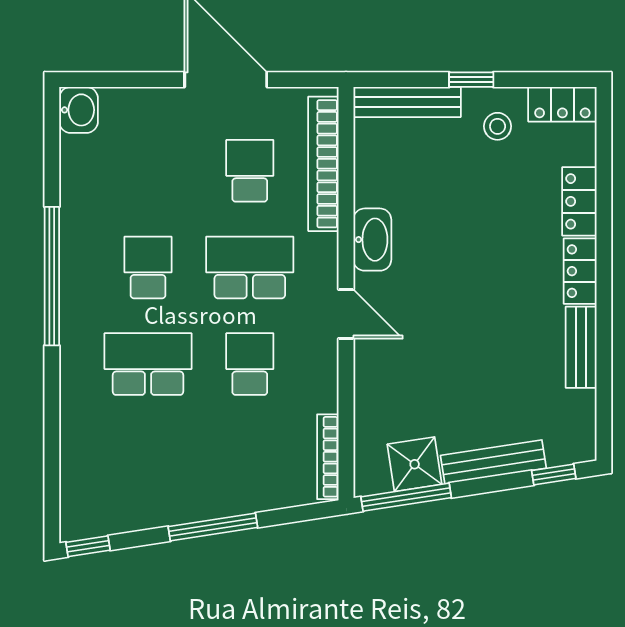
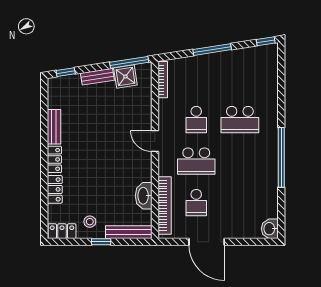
washbasin: (372, 240) -> (144, 196), moved
school desk: (148, 267) -> (240, 161), removed
bench: (493, 462) -> (97, 77), width x0.73

